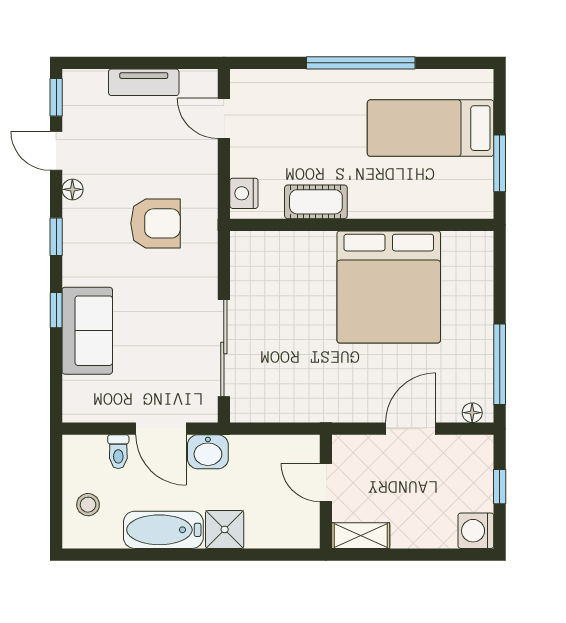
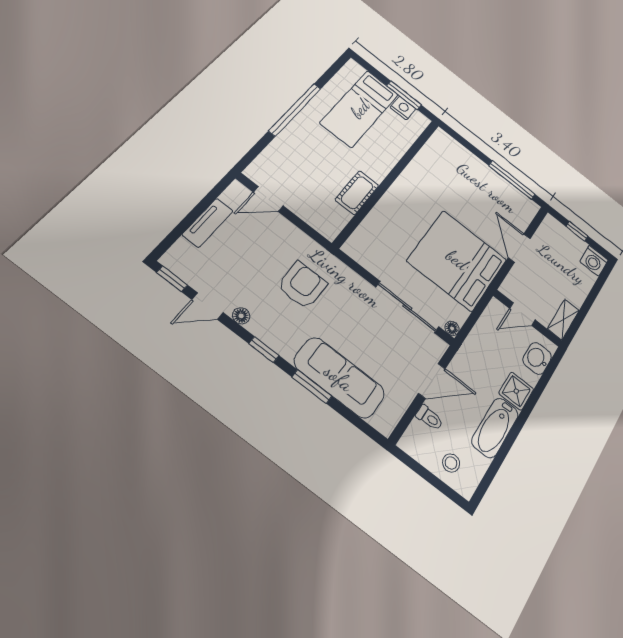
nightstand: (244, 193) -> (403, 108), moved, turned 180
bed: (389, 287) -> (457, 260), moved, turned 180
window: (56, 310) -> (312, 387), width x1.50
sofa: (87, 331) -> (339, 378), width x1.36
floor lamp: (472, 413) -> (452, 328), moved
washbasin: (208, 452) -> (537, 358), moved, turned 180

